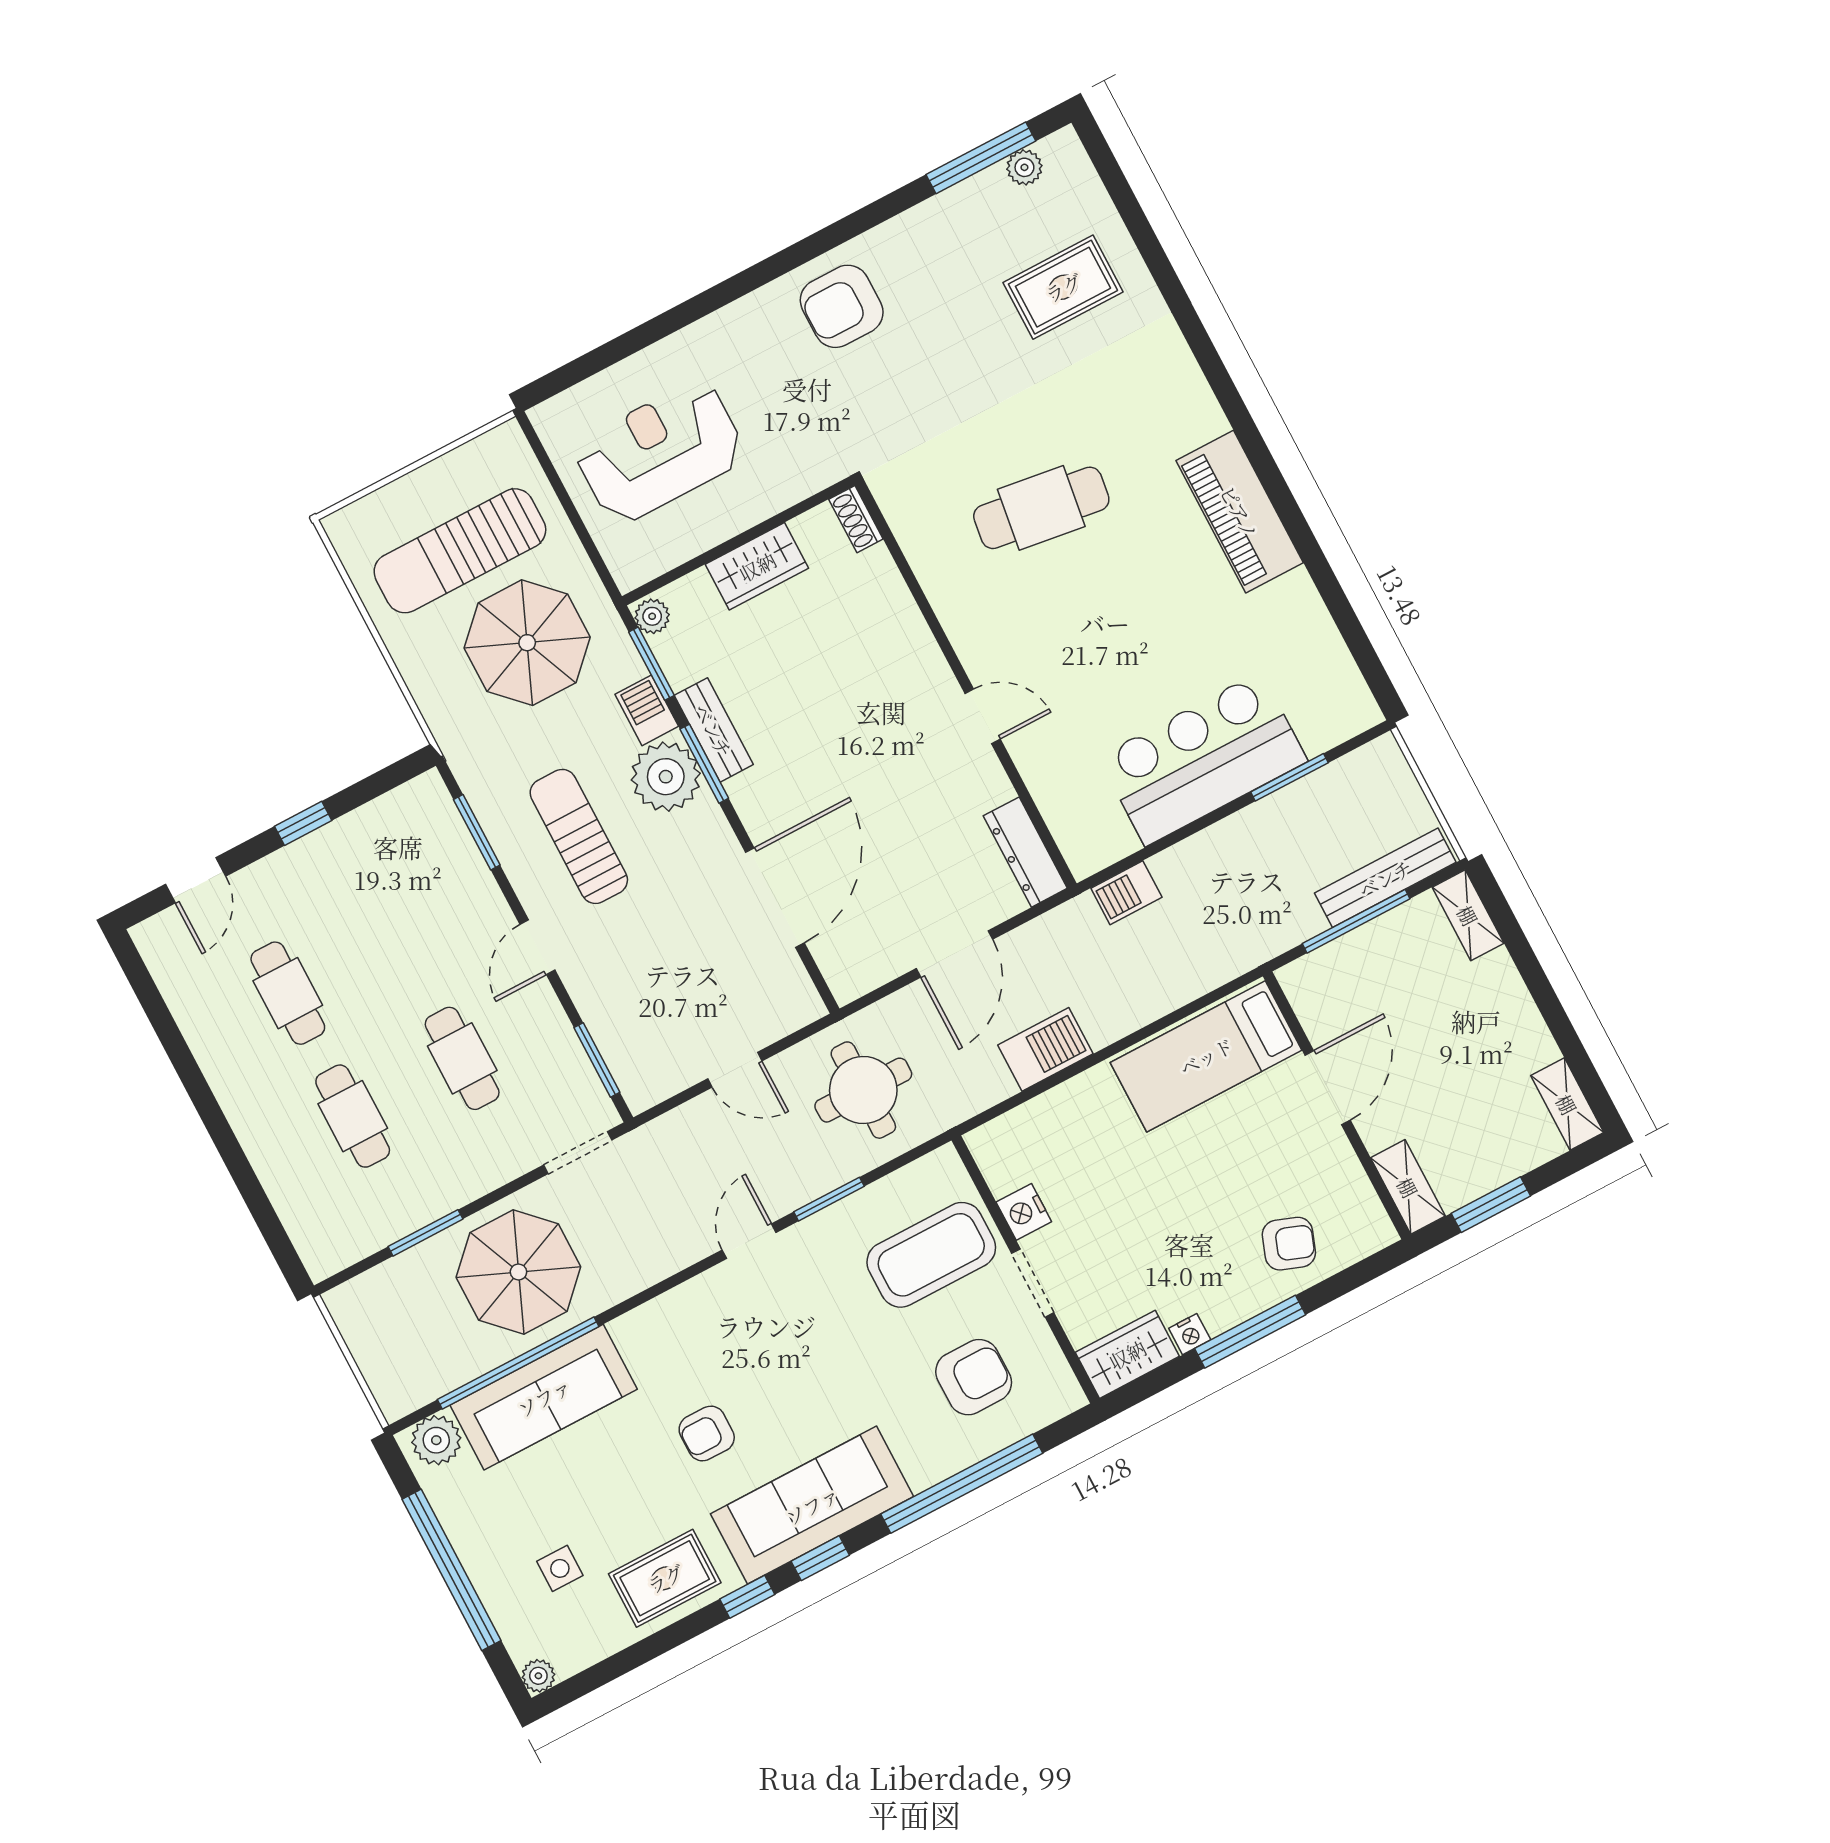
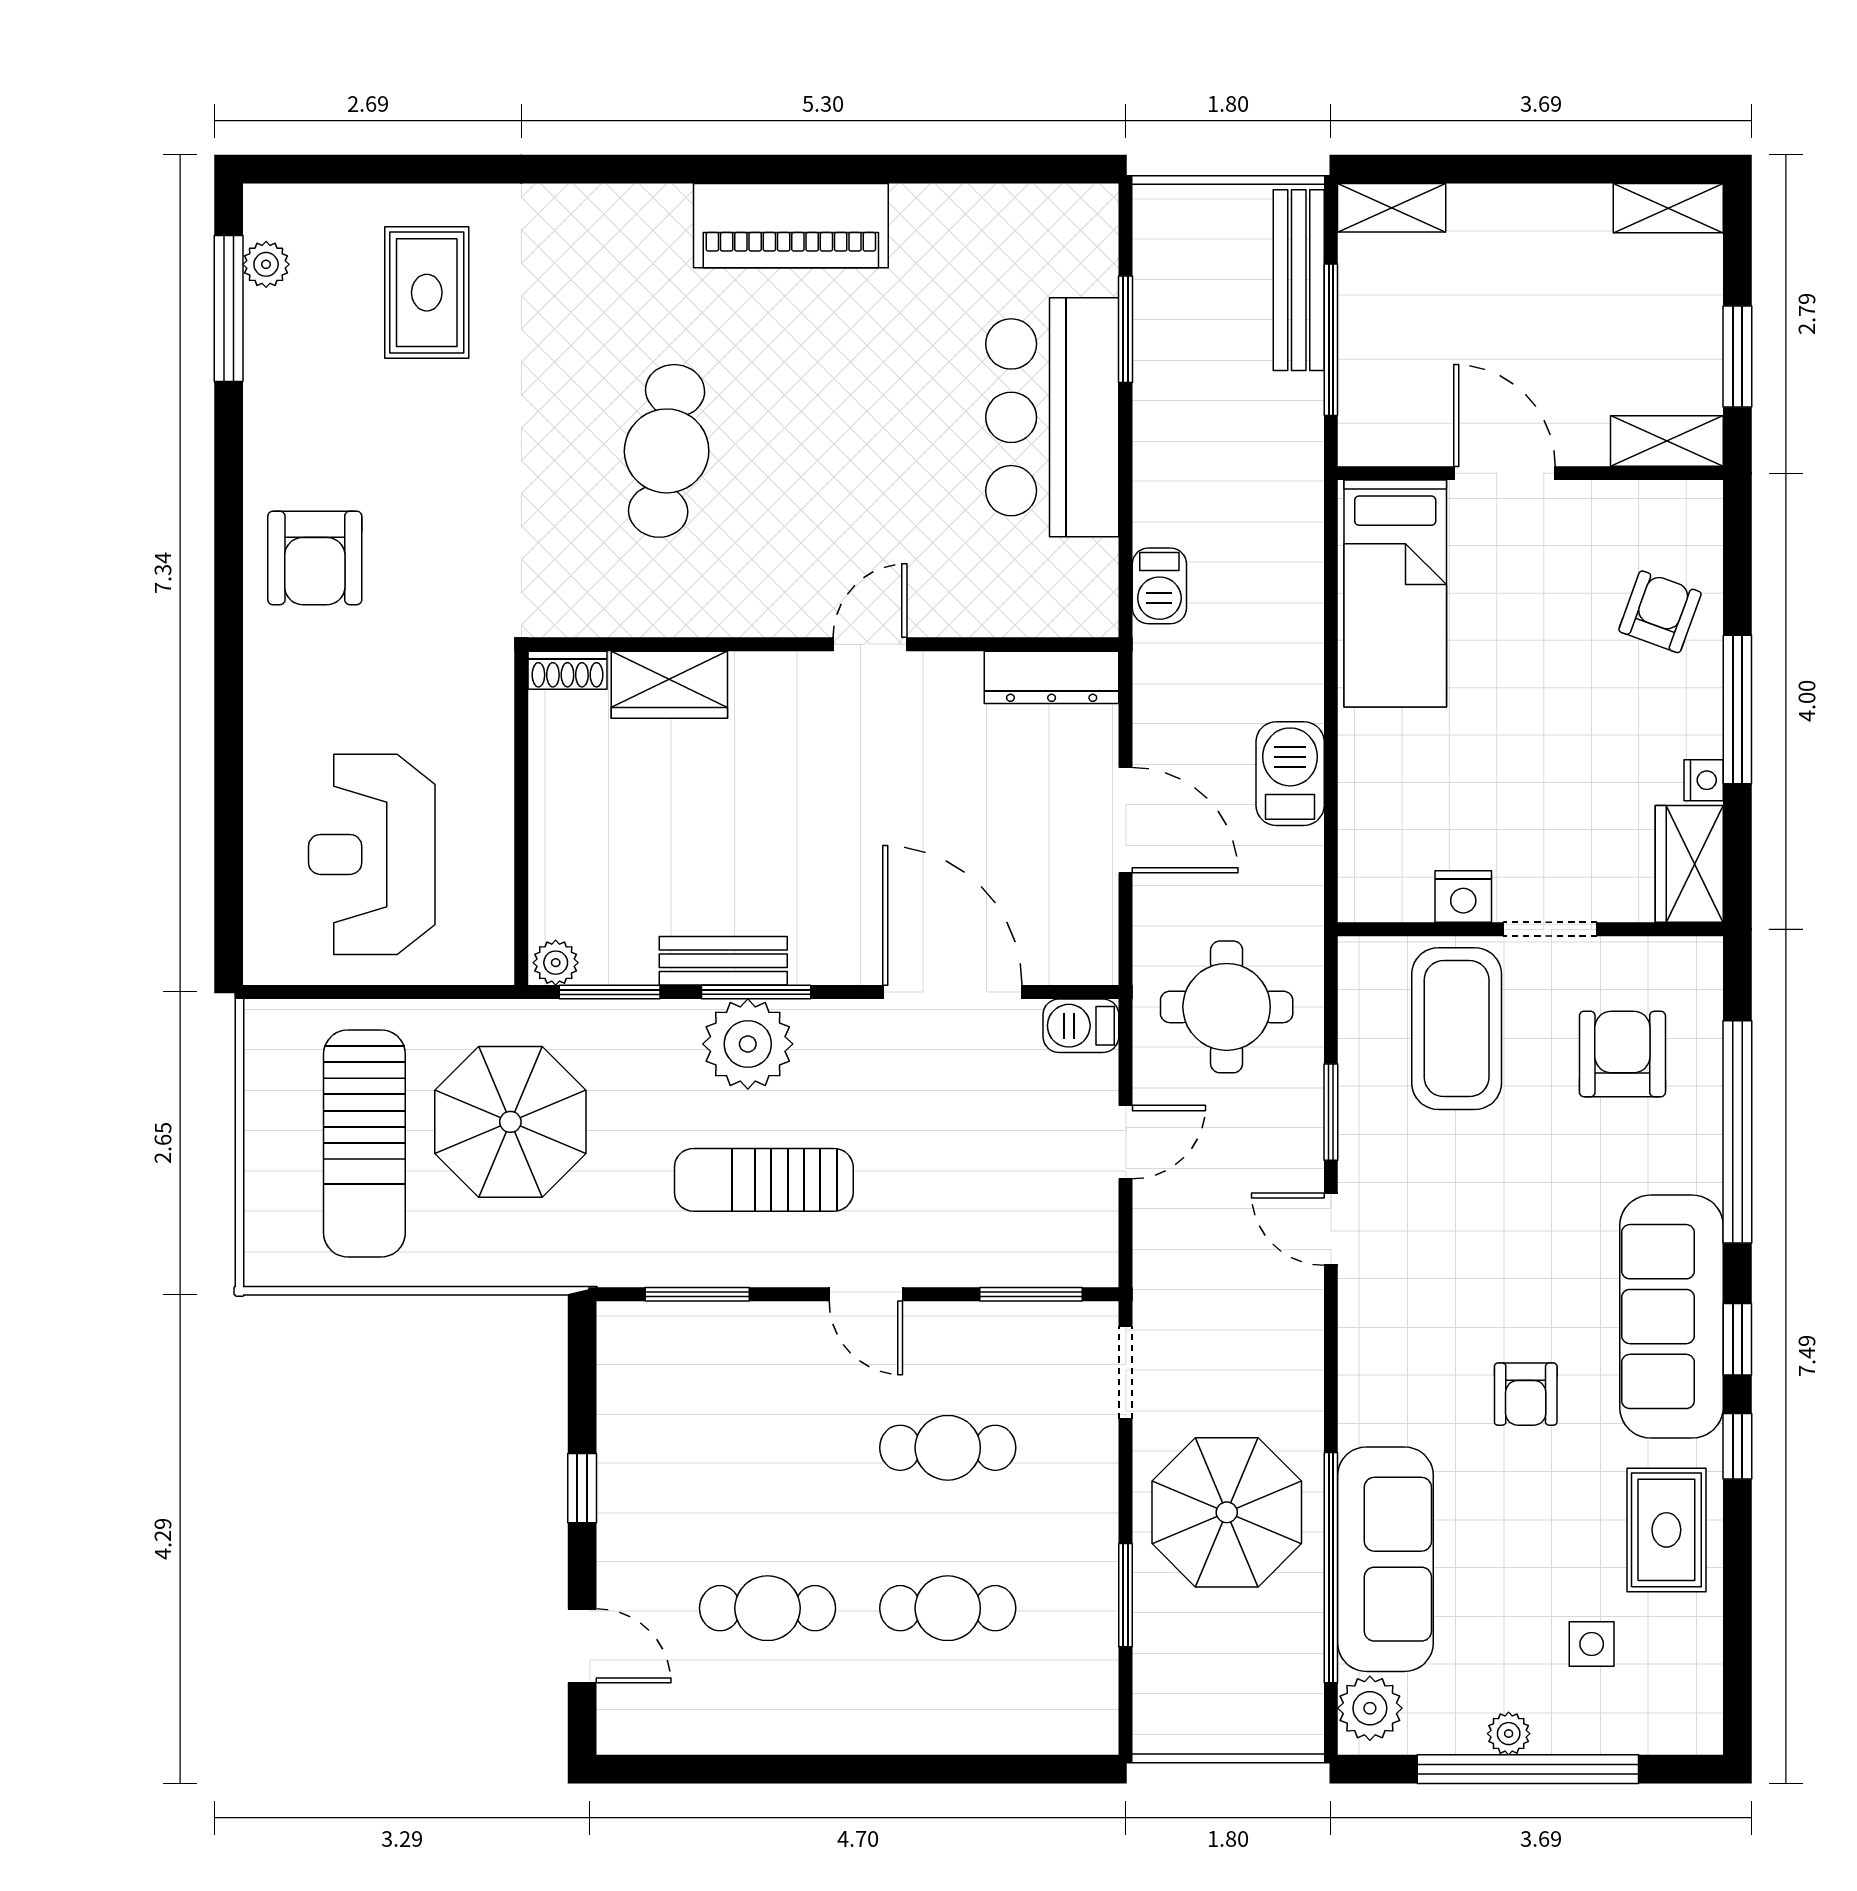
wardrobe: (757, 566) -> (669, 685), moved, turned 90
barbecue: (647, 710) -> (1081, 1026), moved
plant: (538, 1676) -> (1509, 1734), moved

